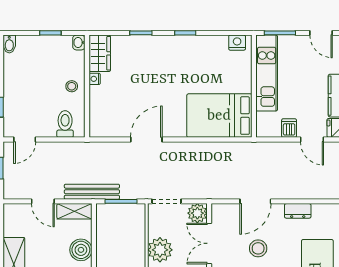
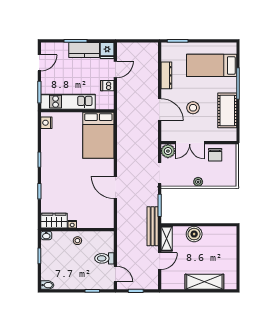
toilet: (65, 124) -> (104, 258), moved
dresser: (298, 211) -> (166, 75), width x1.44
plant: (160, 250) -> (198, 182), width x0.53, depth x0.53

